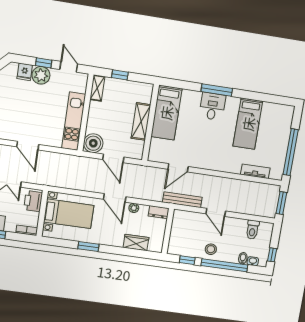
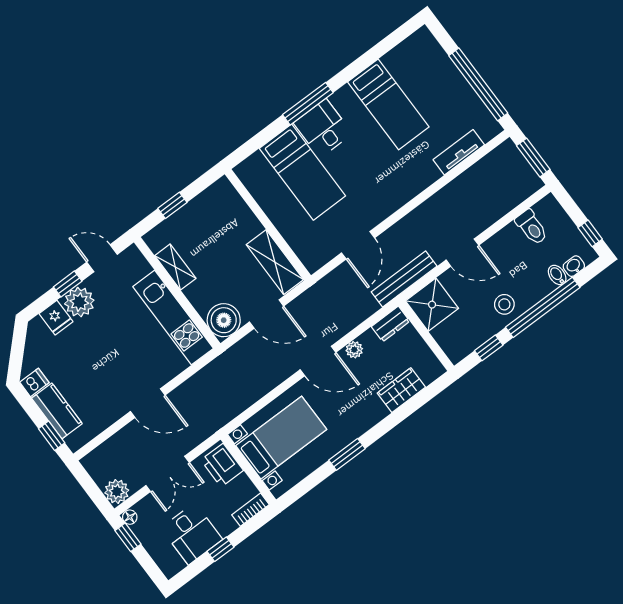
shelving: (97, 88) -> (175, 267), moved
bed: (166, 113) -> (302, 172), moved
shelving: (141, 121) -> (275, 262), moved
shower: (183, 221) -> (432, 305), added

